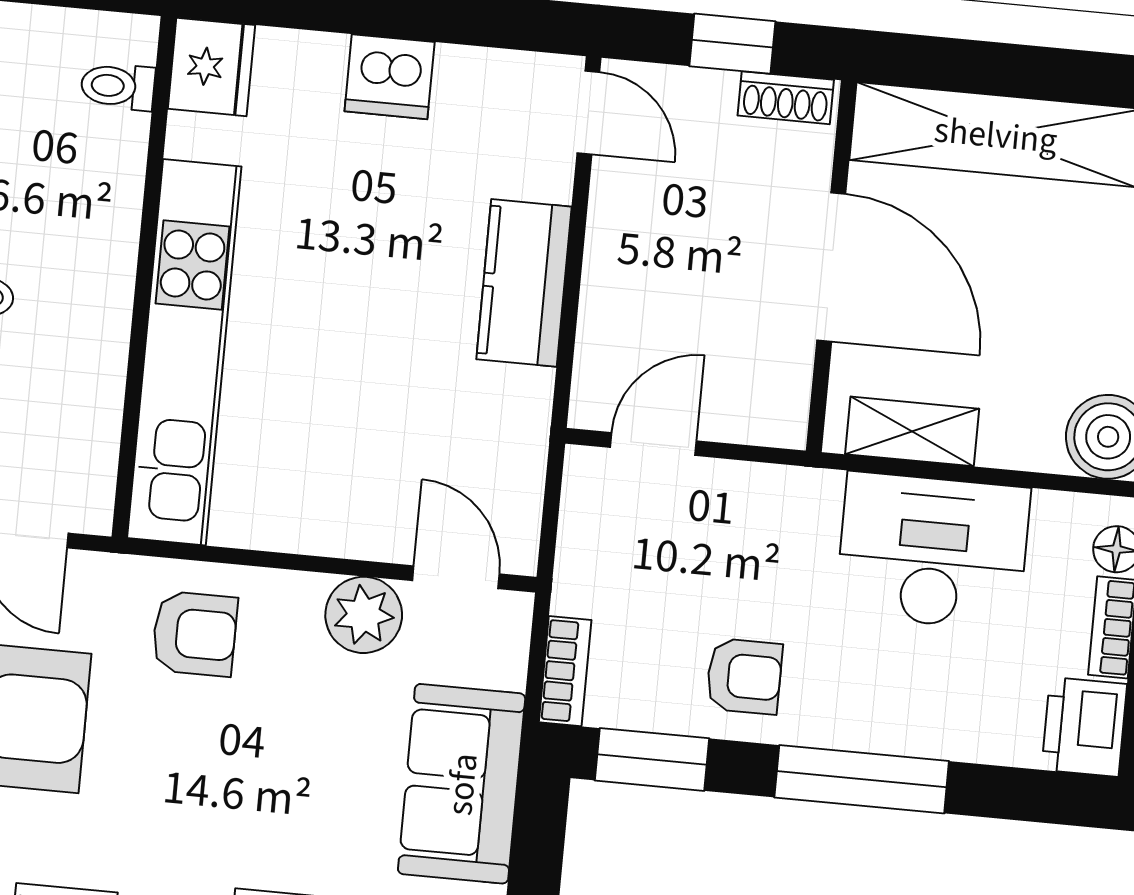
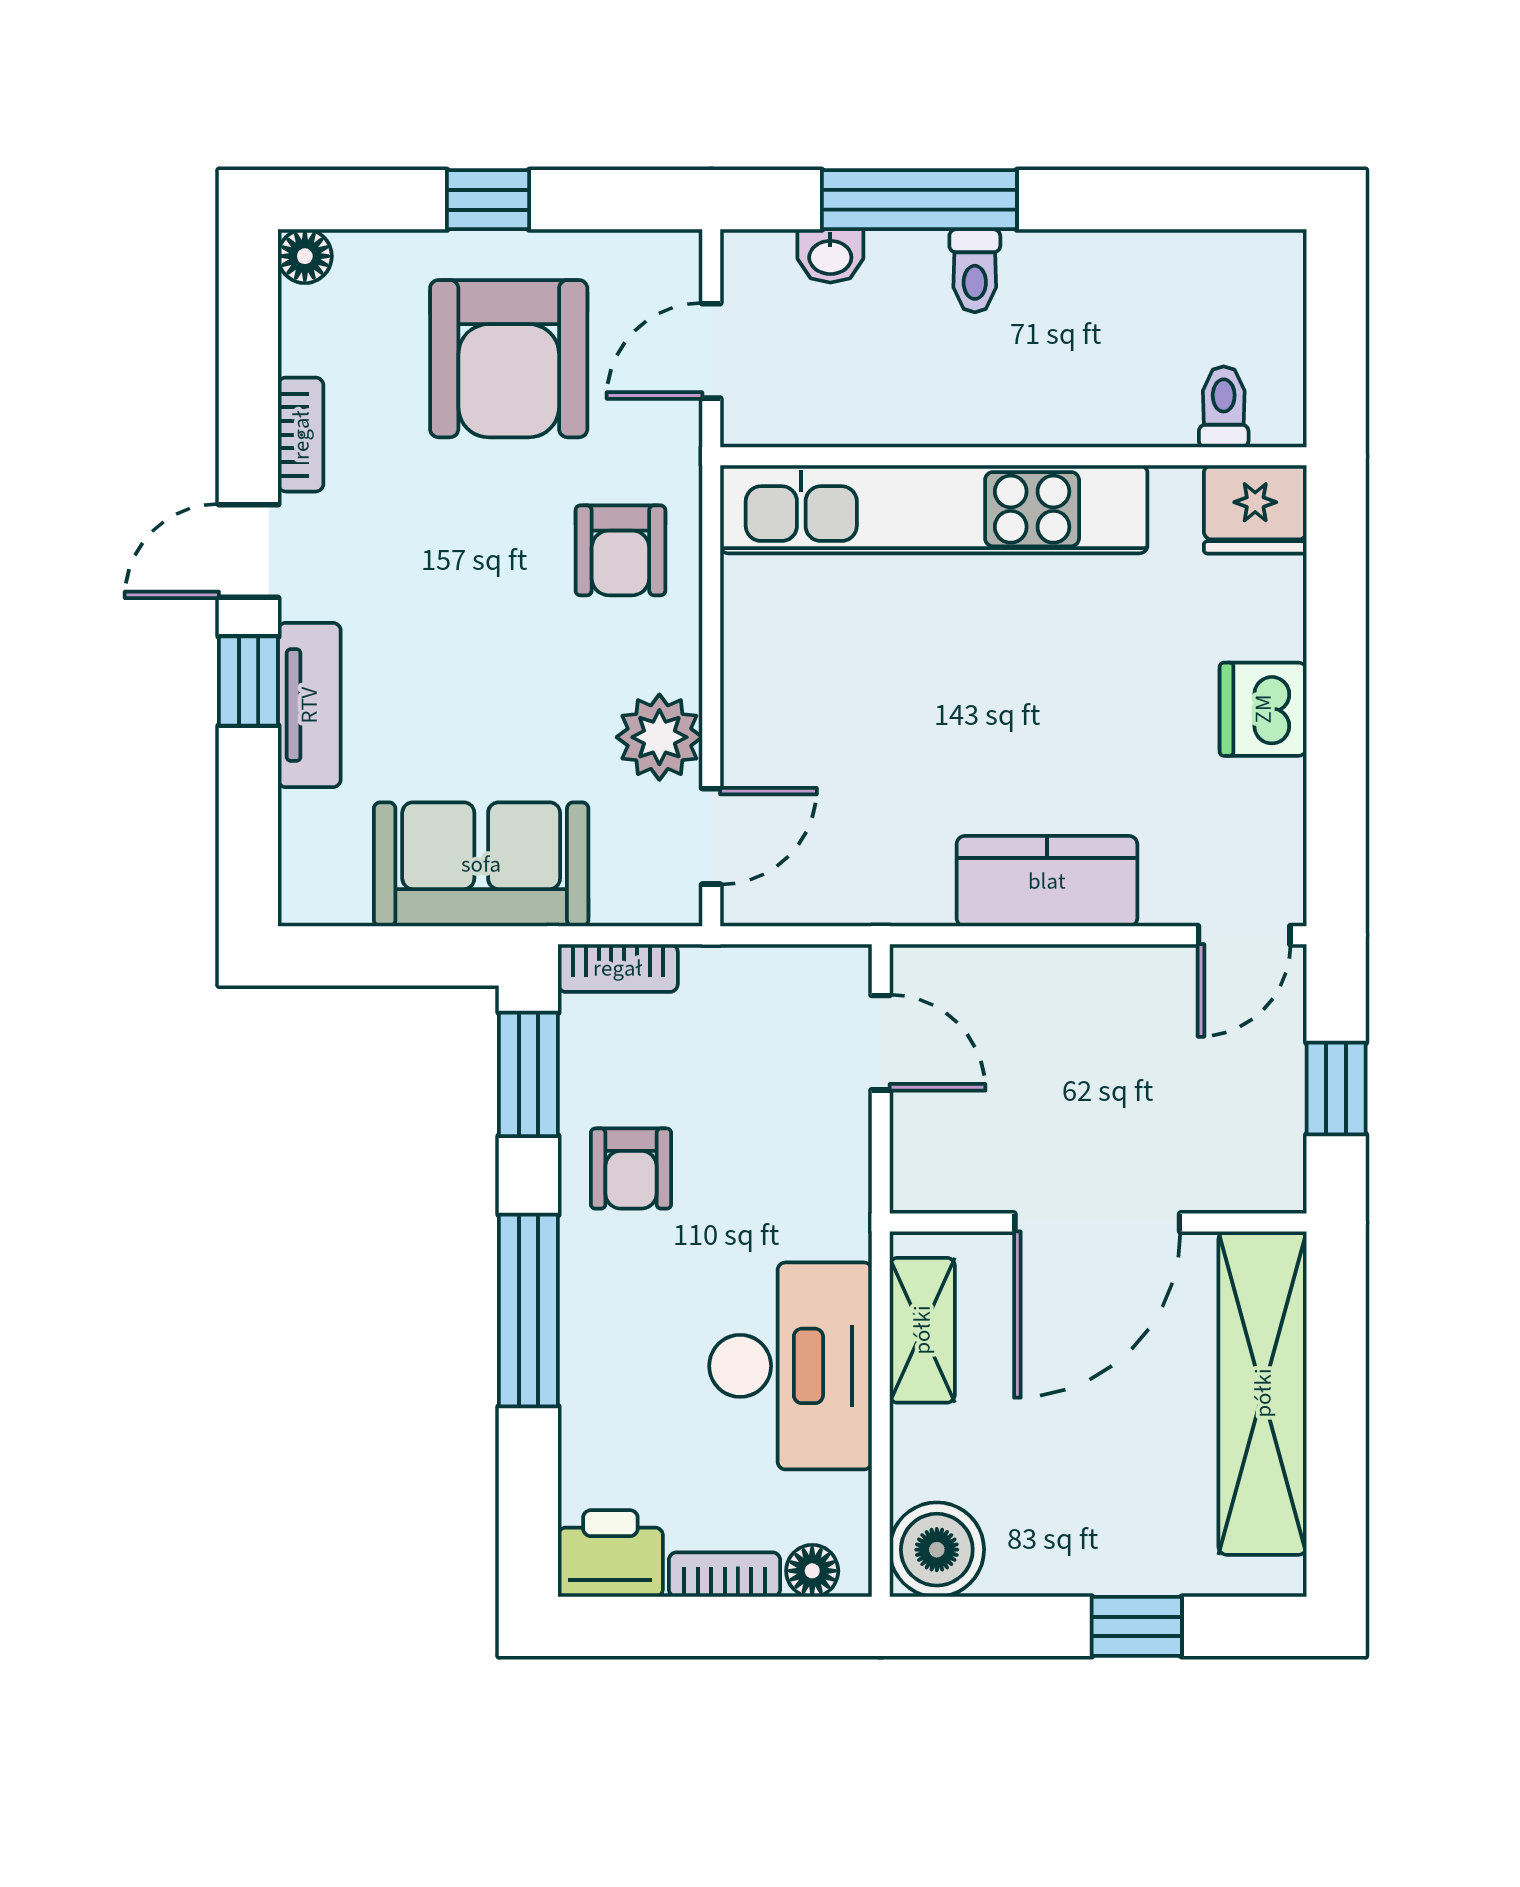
shoe rack: (786, 98) -> (1281, 1154), removed

